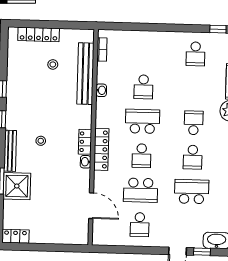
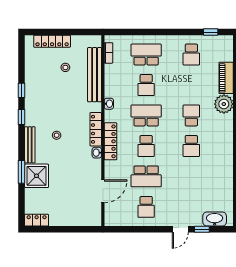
washbasin: (101, 90) -> (109, 104), moved
locker: (85, 142) -> (96, 129), width x1.53
school desk: (192, 192) -> (146, 55), moved
door: (91, 206) -> (103, 191), hinge flipped

